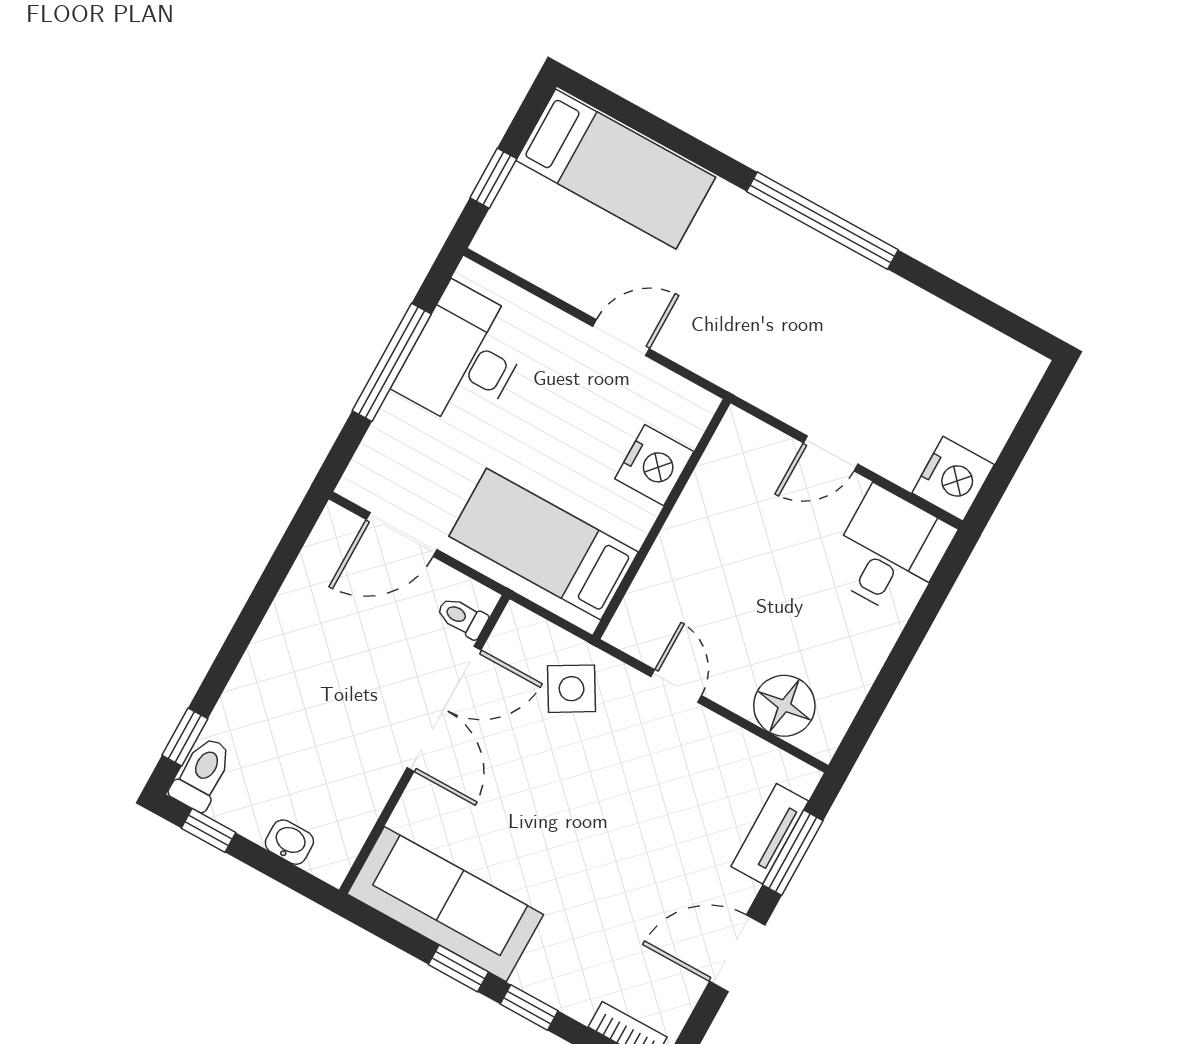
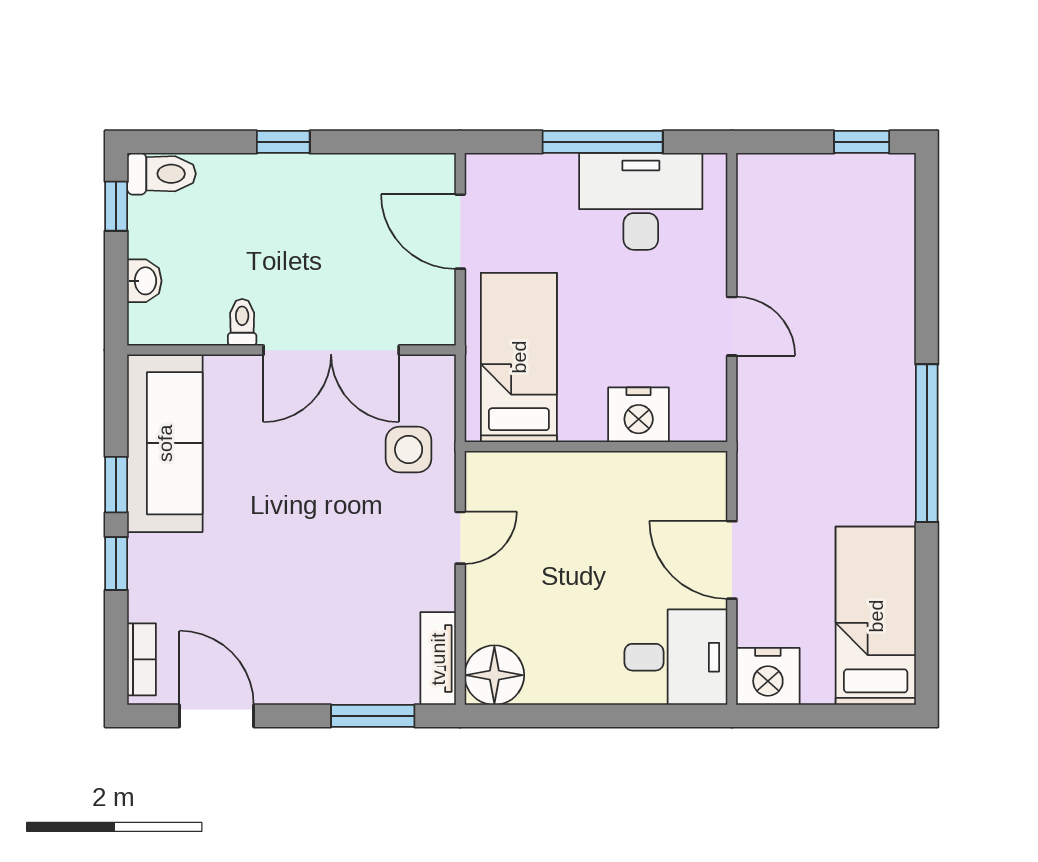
bed: (616, 169) -> (876, 616), moved, turned 180
window: (493, 178) -> (862, 142), moved
door: (831, 453) -> (732, 560), width x1.37
toilet: (462, 617) -> (242, 322), moved
side table: (572, 689) -> (409, 449), turned 30
floor lamp: (784, 706) -> (494, 675), moved
window: (185, 737) -> (283, 142), moved
tv unit: (770, 834) -> (438, 659), moved, turned -90
door: (737, 953) -> (217, 716), moved

